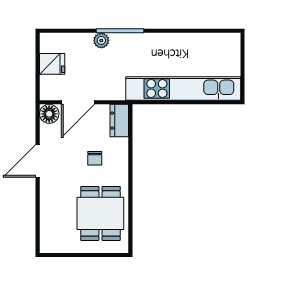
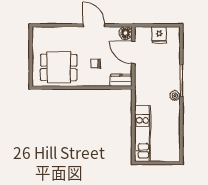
plant: (101, 40) -> (175, 96), moved
kitchen unit: (183, 89) -> (143, 133), width x0.73

